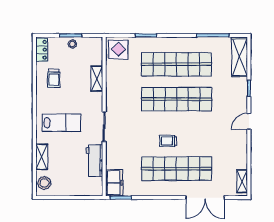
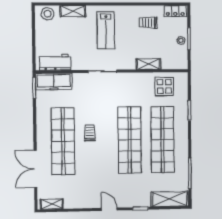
display table: (118, 50) -> (164, 86), moved
workbench: (94, 161) -> (55, 62), moved
freezer: (114, 183) -> (54, 81), width x1.40

